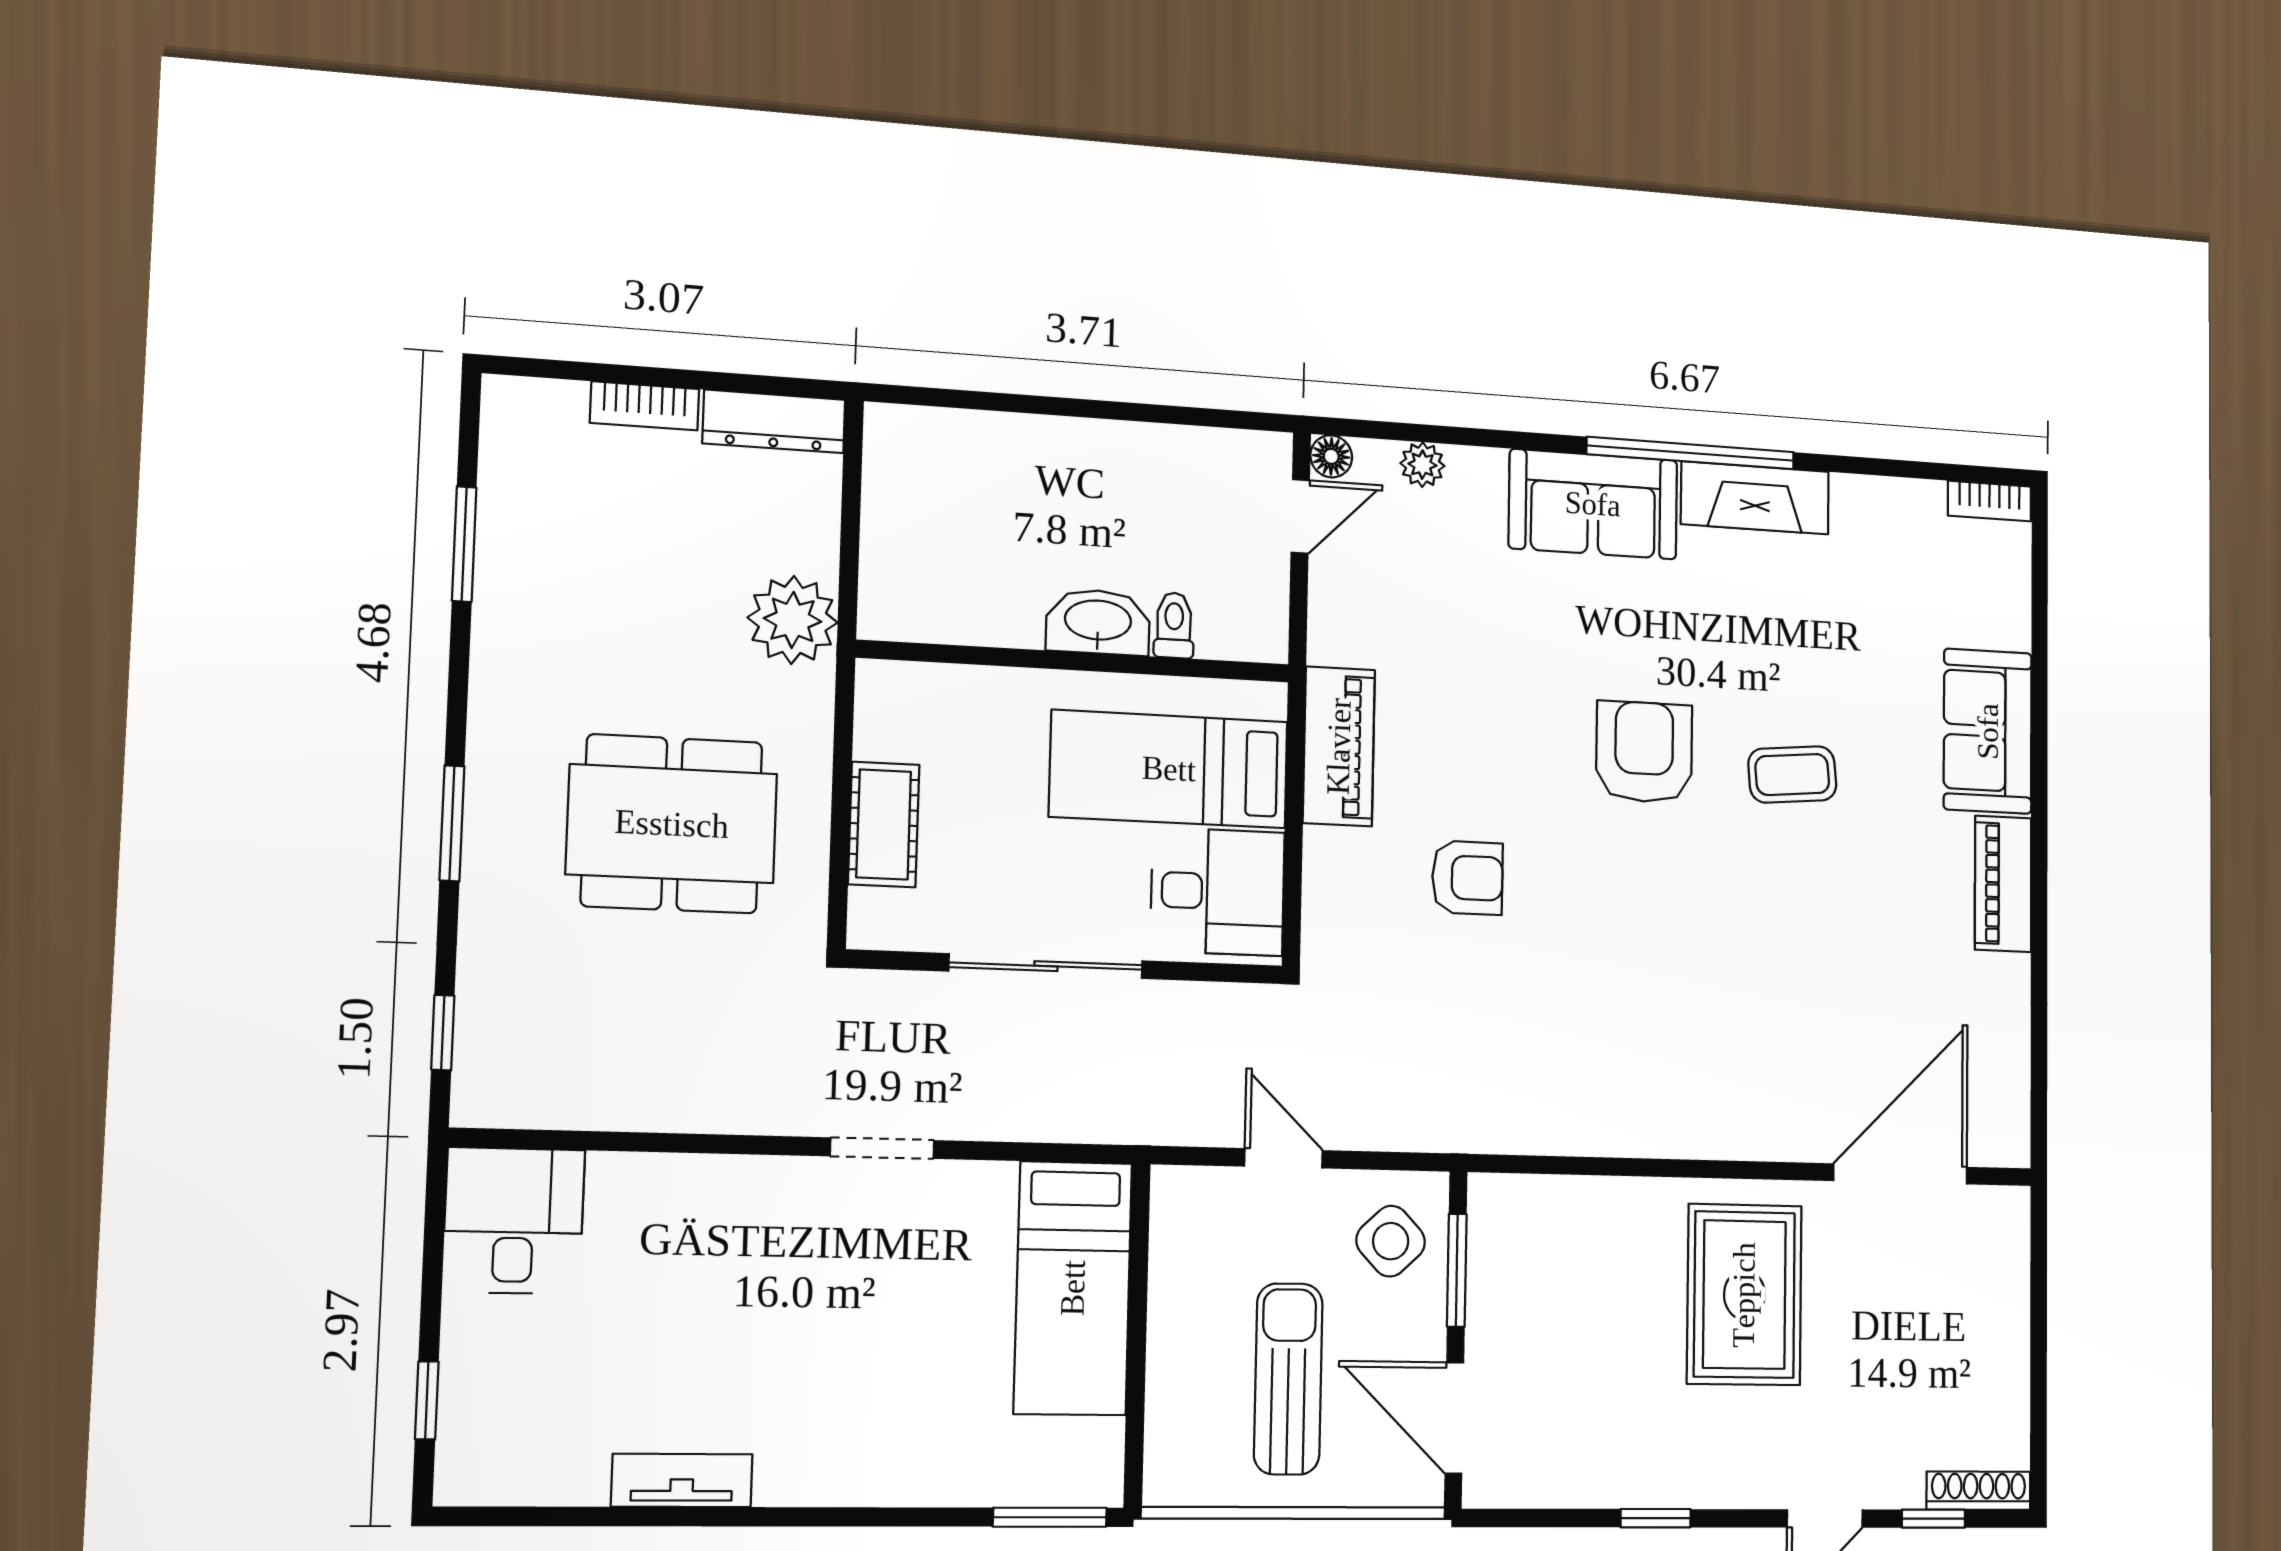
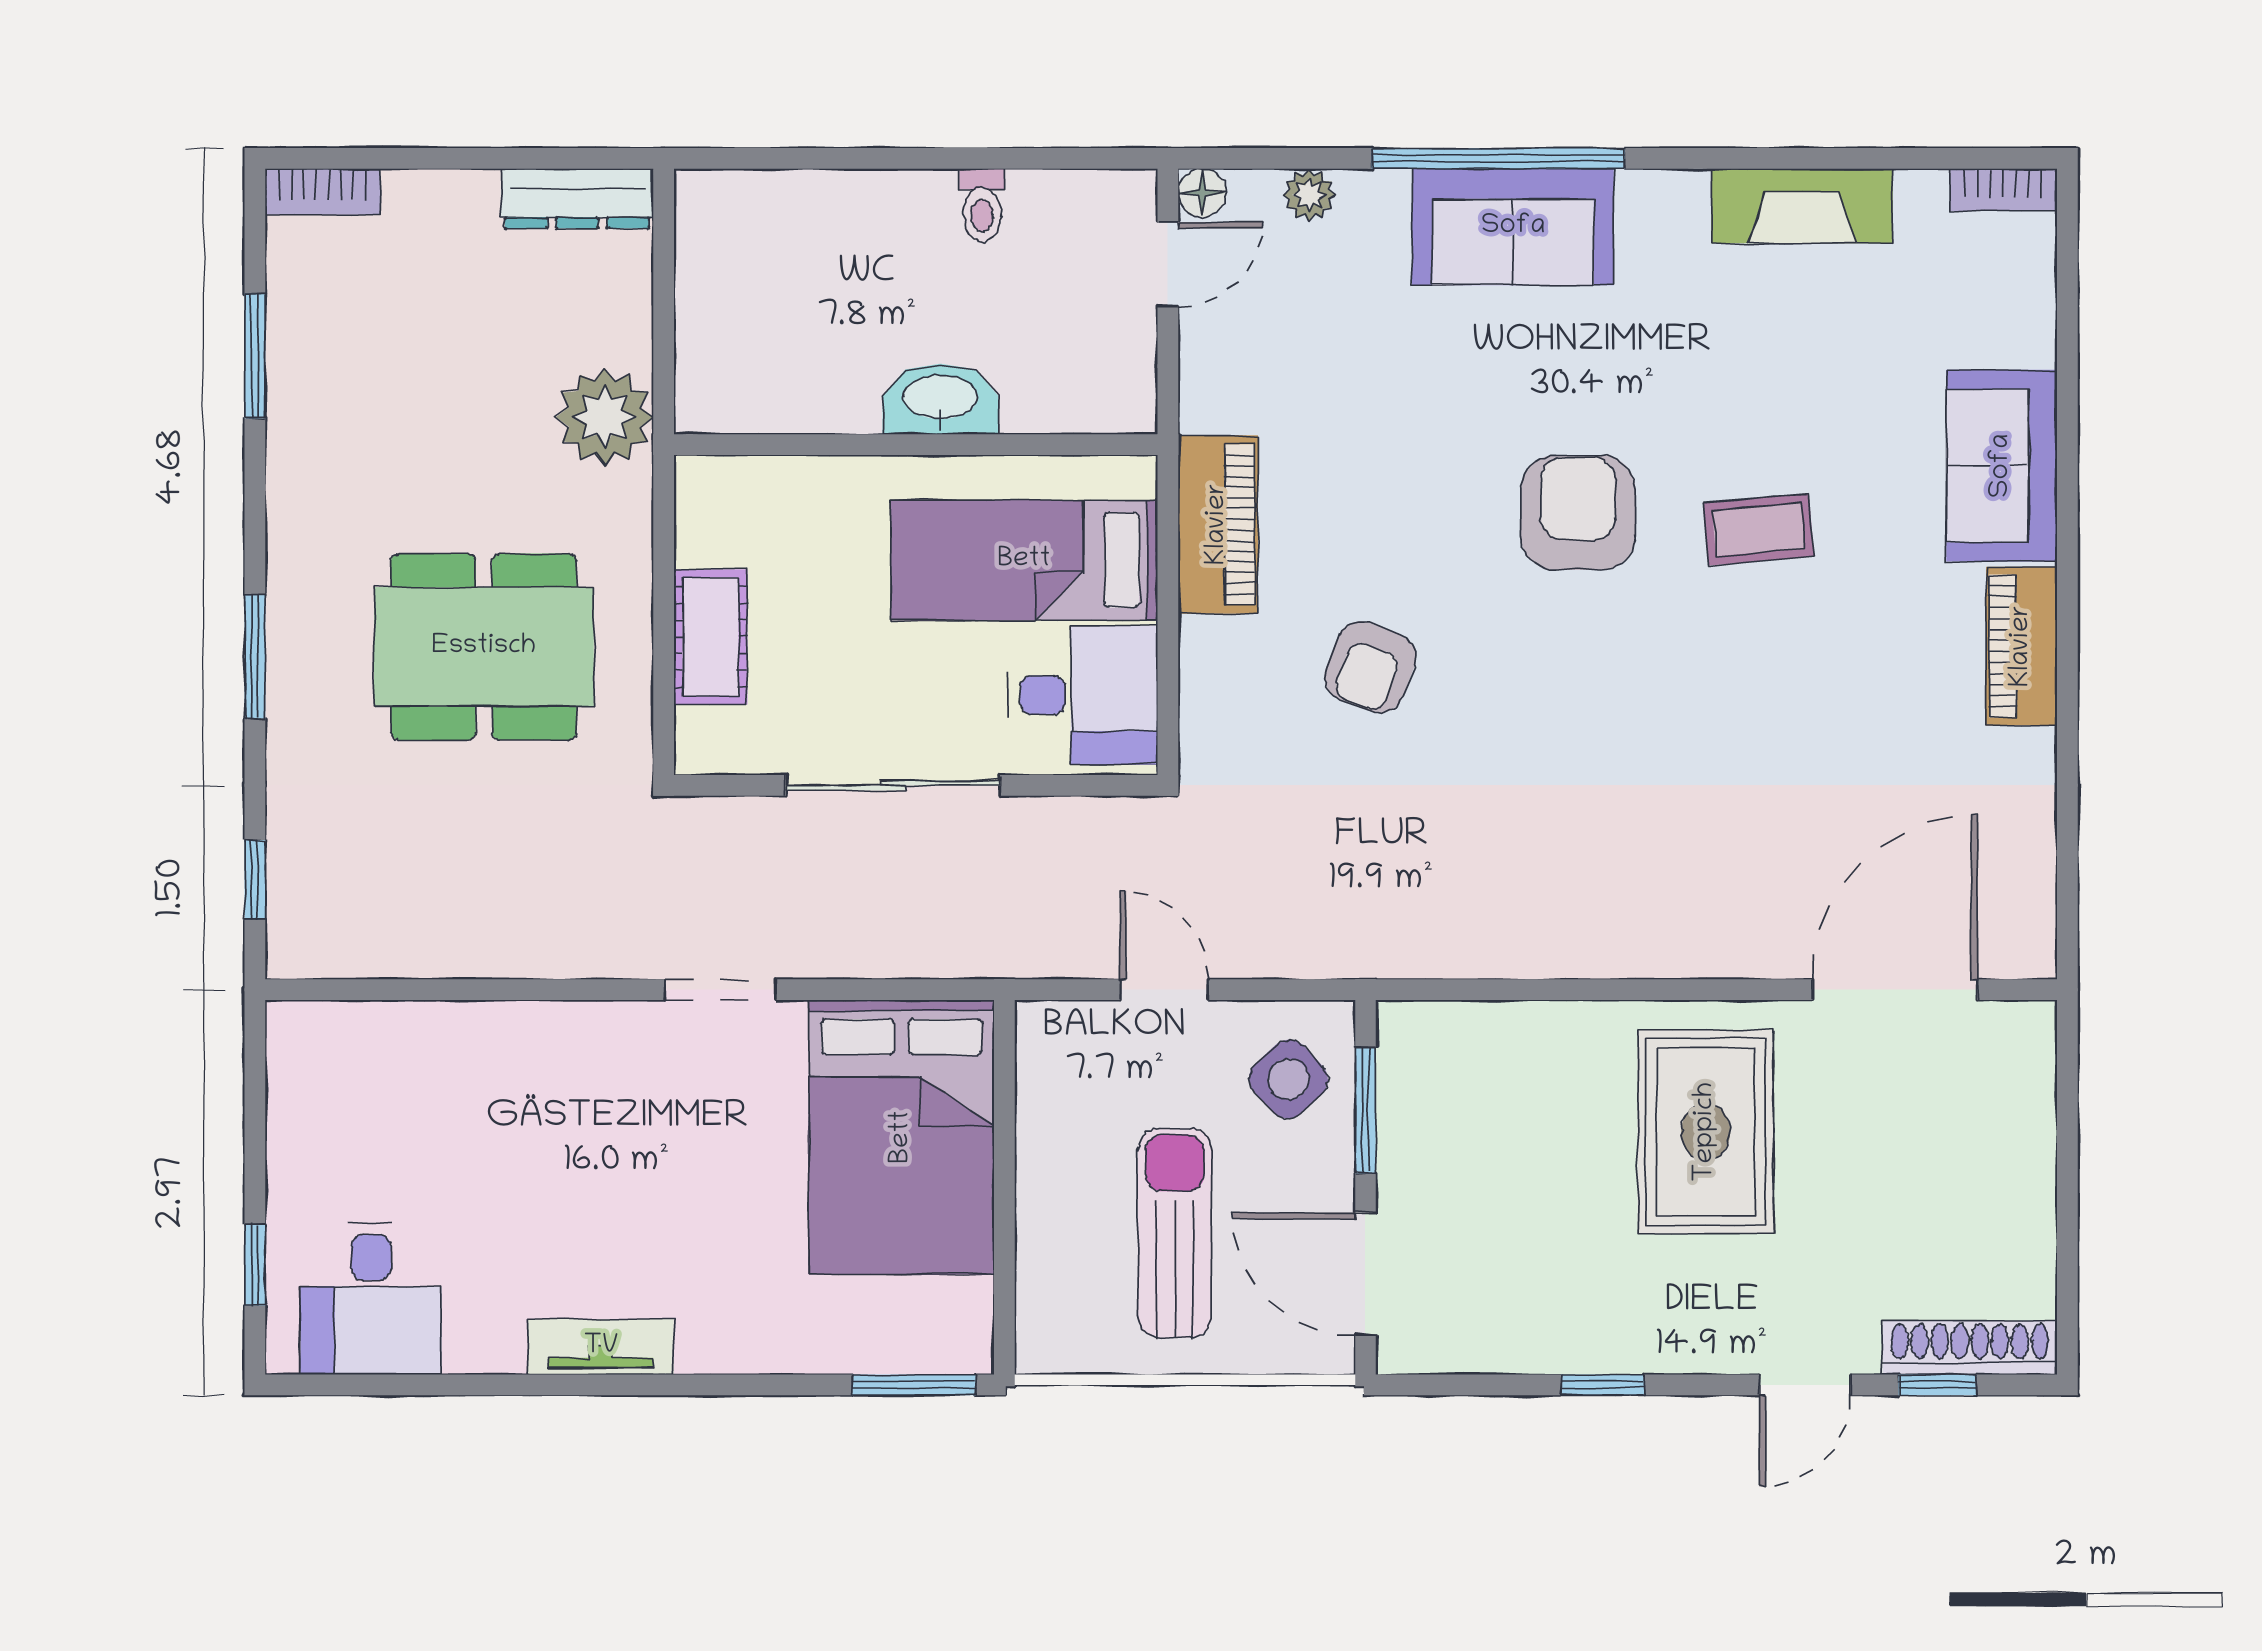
bookcase: (645, 406) -> (322, 192), moved
window: (1691, 453) -> (1498, 158), moved
fireplace: (1755, 498) -> (1802, 206), moved
toilet: (1174, 625) -> (982, 205), moved, turned 180
armchair: (1467, 878) -> (1370, 667), turned 111
desk: (514, 1221) -> (371, 1299), moved, turned 180
bed: (1073, 1288) -> (902, 1137), width x1.50
tv unit: (682, 1480) -> (601, 1347), moved
shoe rack: (1979, 1491) -> (1970, 1348), width x1.36, depth x1.24

